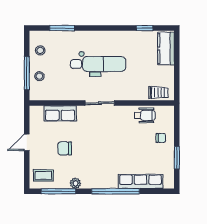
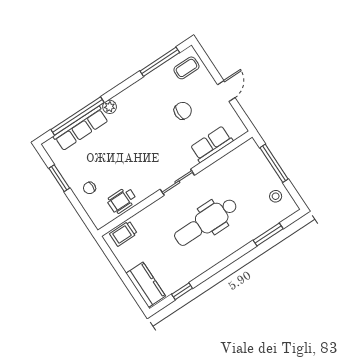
stool: (39, 76) -> (259, 169), removed
plant: (75, 183) -> (110, 107), moved
window: (116, 191) -> (78, 116), moved

